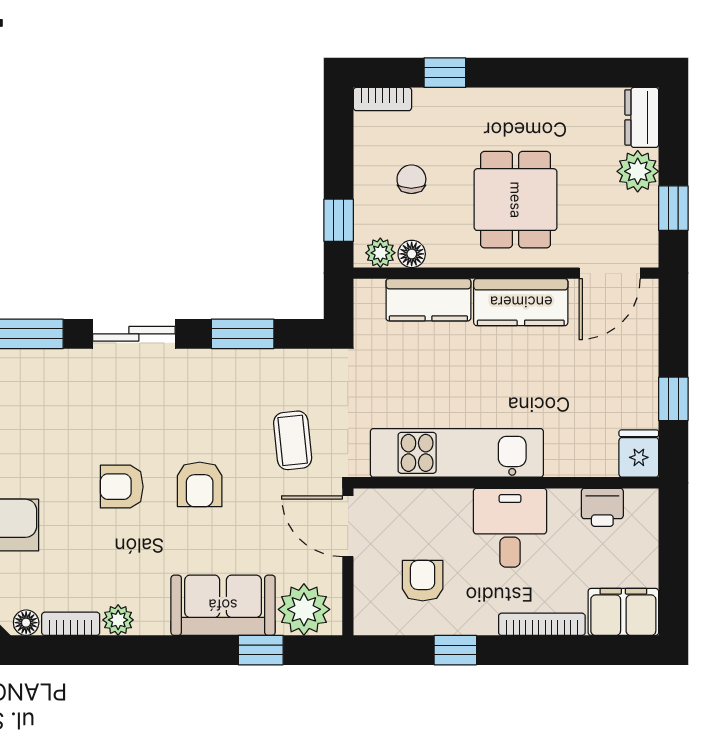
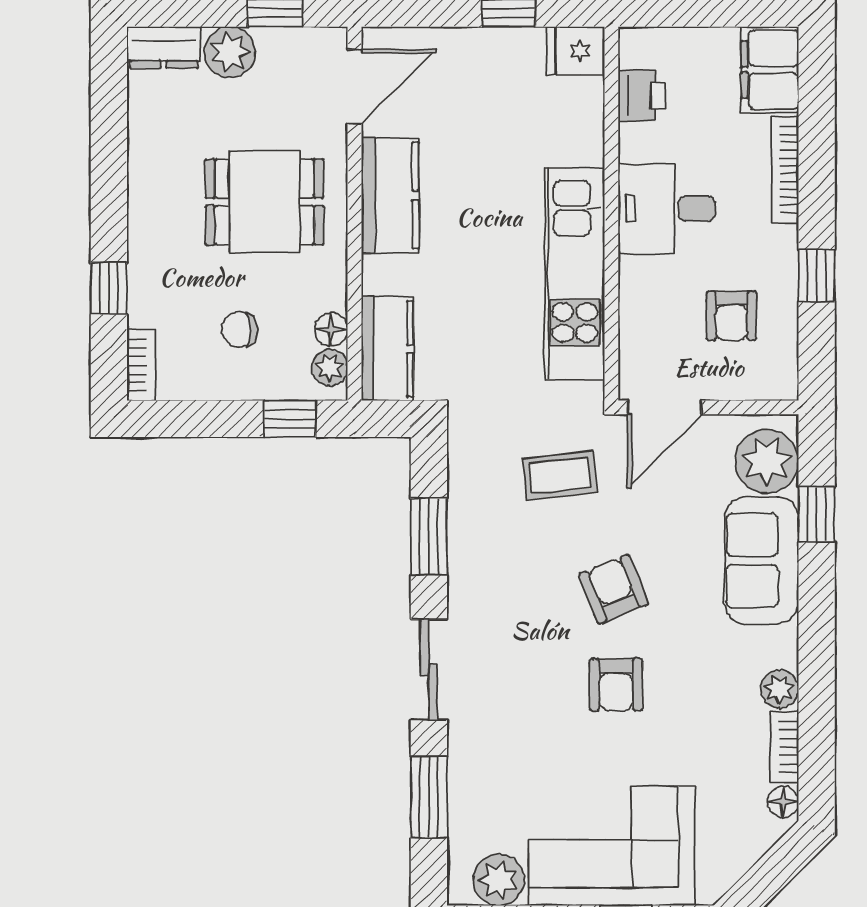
door: (610, 273) -> (355, 87), hinge flipped
kitchen counter: (428, 300) -> (387, 349), moved
armchair: (200, 484) -> (614, 589), turned -112
armchair: (423, 581) -> (731, 316), turned -90

